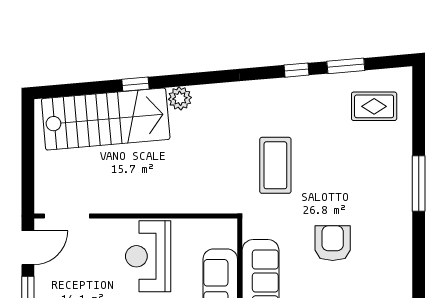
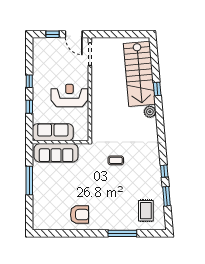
coffee table: (275, 165) -> (116, 160), width x0.54, depth x0.58
window: (419, 184) -> (122, 233), moved
armchair: (333, 243) -> (80, 215), moved

